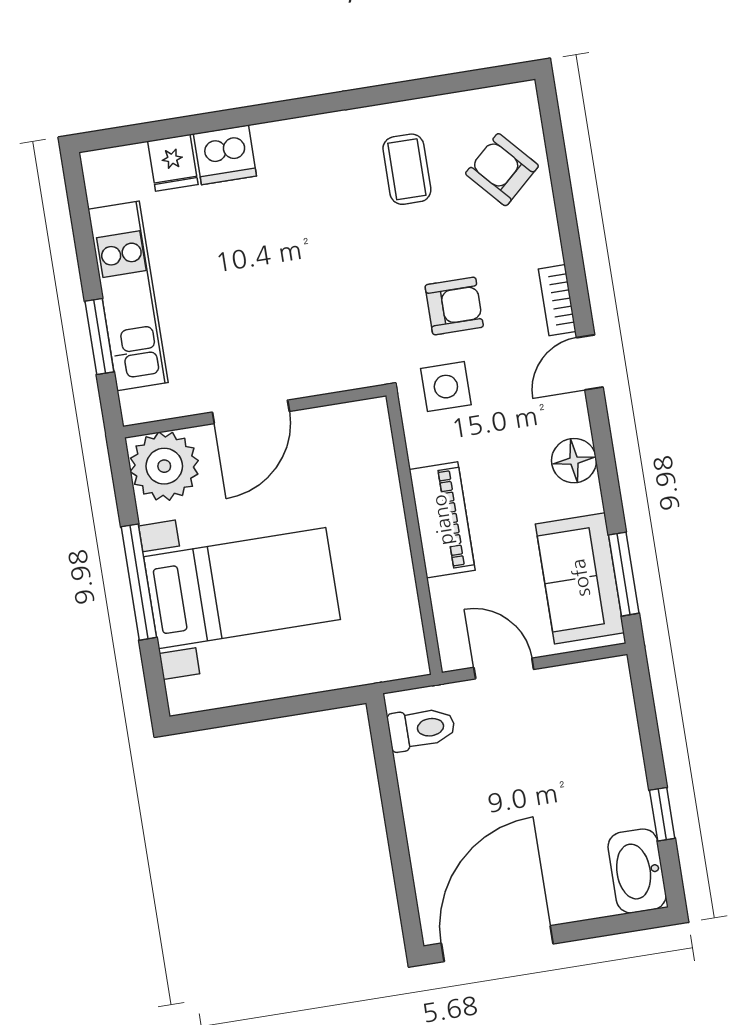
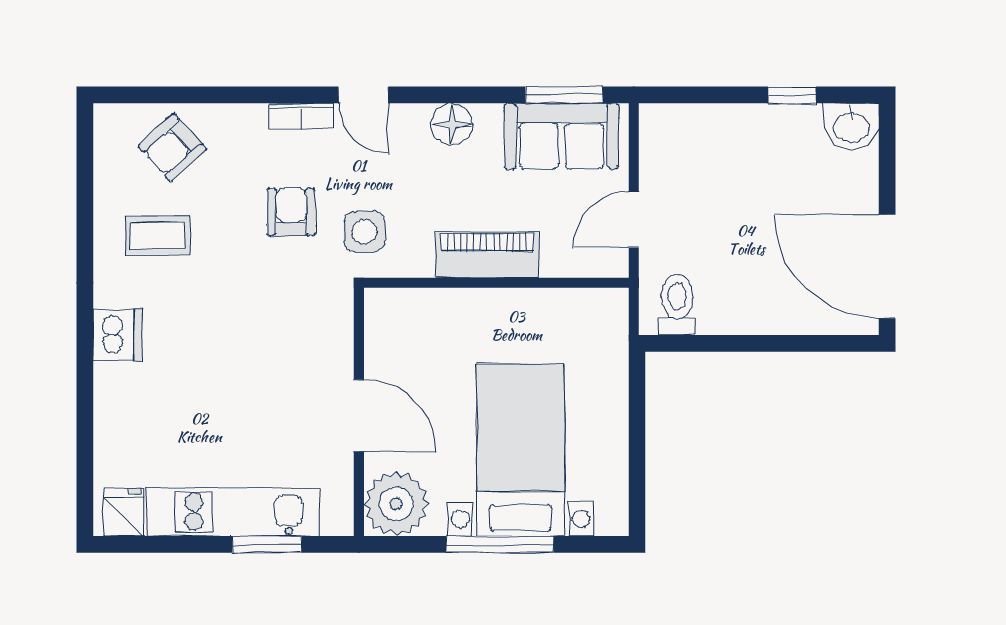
dishwasher: (225, 155) -> (117, 335), moved
fridge: (173, 163) -> (124, 512), moved, turned -90
washbasin: (637, 871) -> (851, 126), width x0.72

